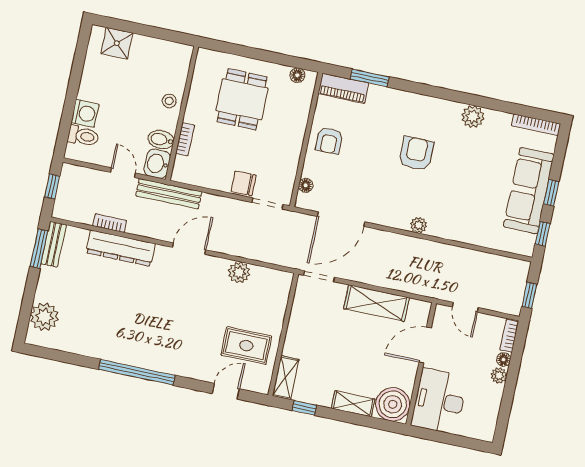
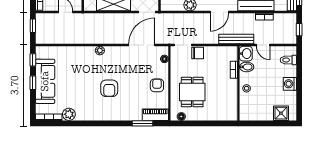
dining table: (242, 99) -> (192, 92), moved
washing machine: (85, 113) -> (290, 84), moved
plant: (473, 117) -> (69, 114), moved

